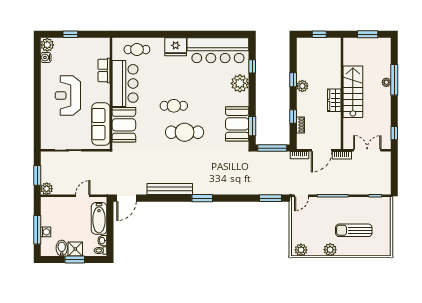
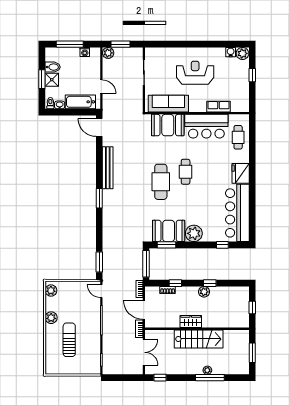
plant: (240, 83) -> (194, 233), moved
washing machine: (46, 232) -> (85, 52), moved

